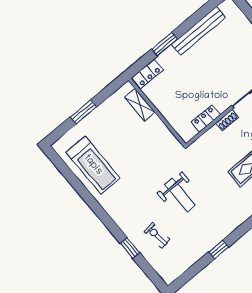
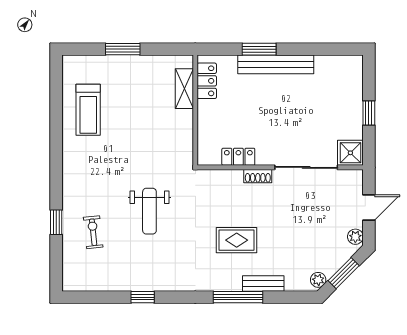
bench: (198, 31) -> (276, 64), moved
locker: (147, 74) -> (207, 81), moved, turned -90
treadmill: (93, 165) -> (88, 110), width x0.73, depth x0.73

